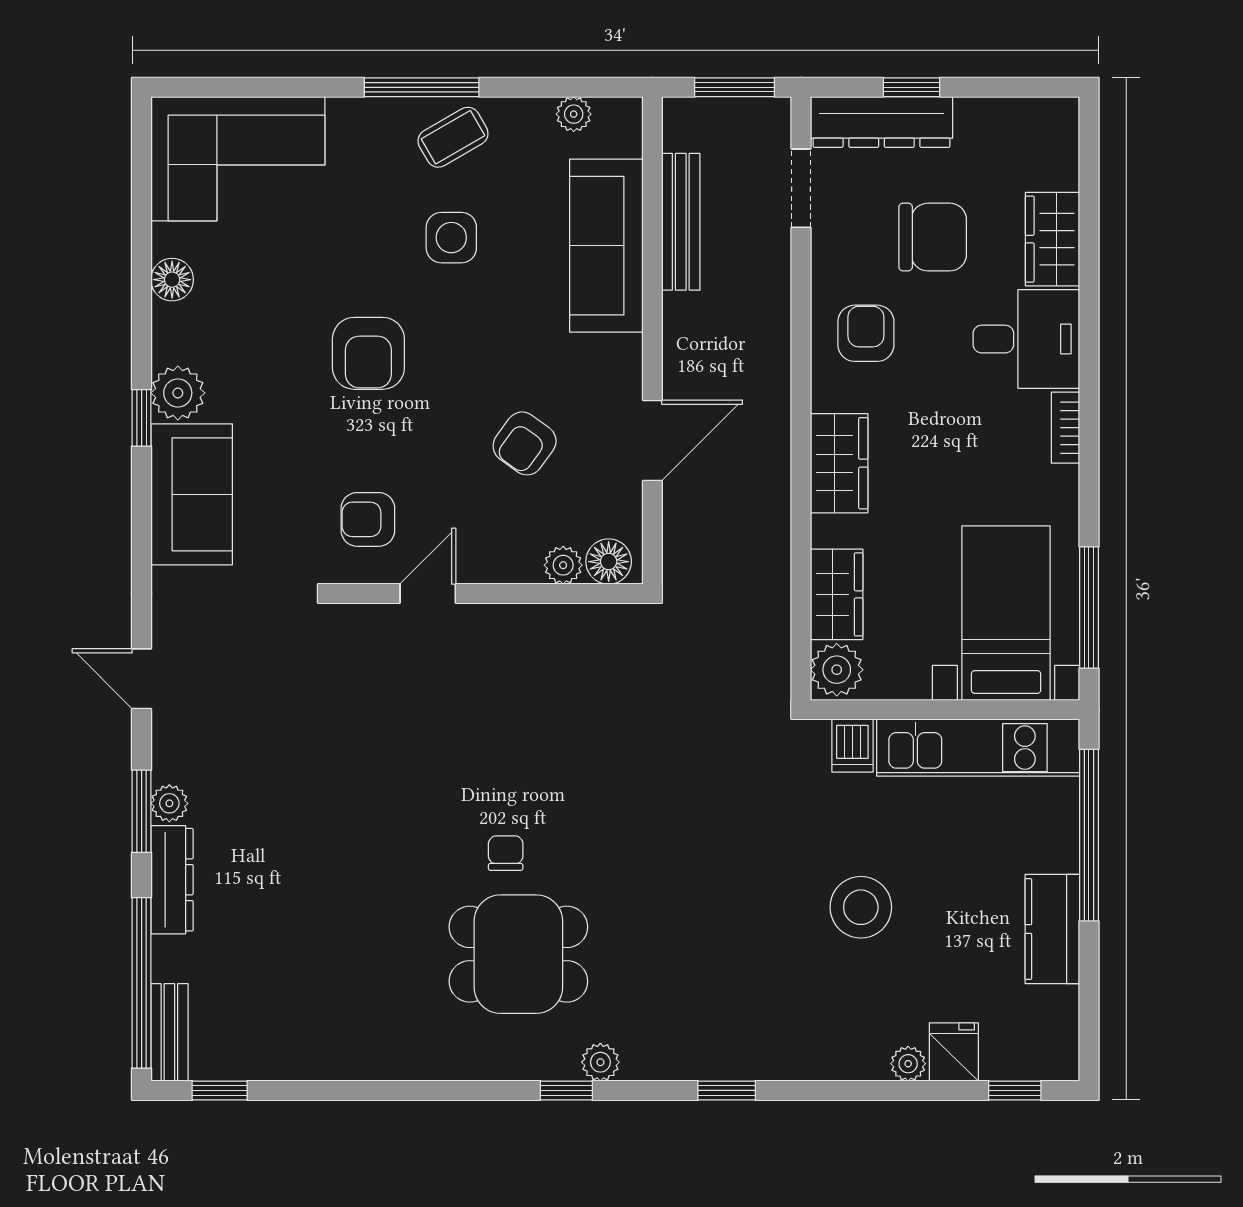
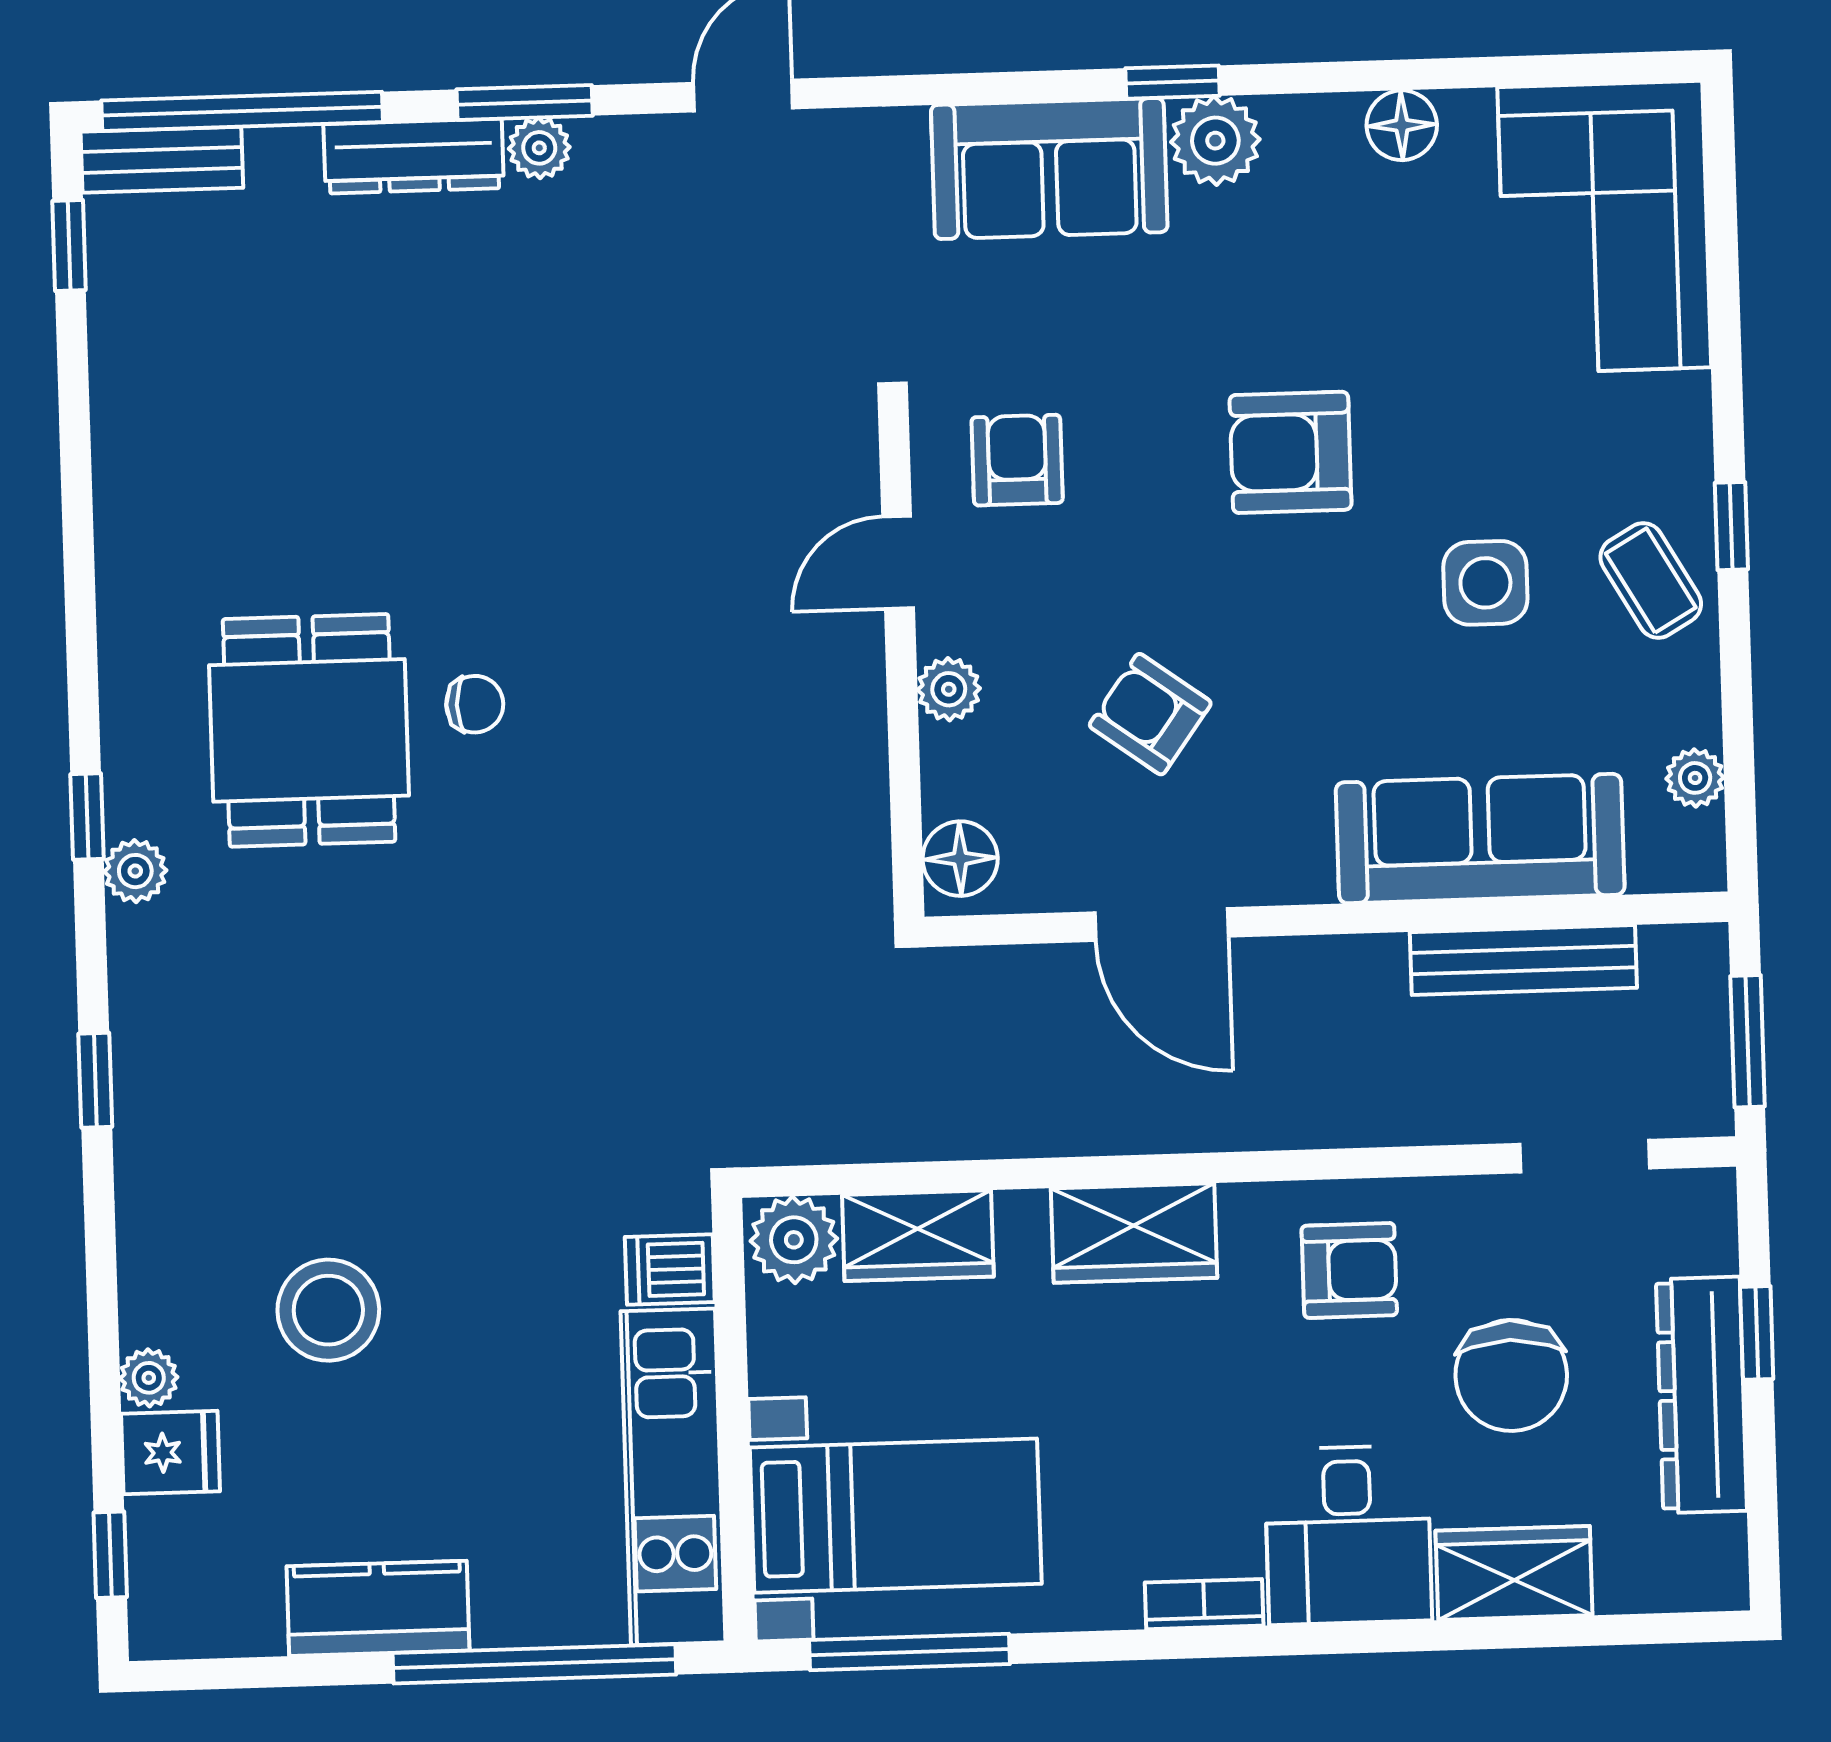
window: (422, 87) -> (1731, 526), width x0.46
dresser: (881, 122) -> (1702, 1395), moved
plant: (563, 565) -> (949, 689), moved
door: (428, 594) -> (898, 562), swing flipped
stool: (861, 907) -> (328, 1310), moved

